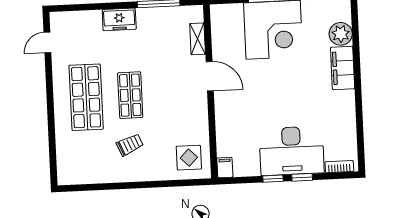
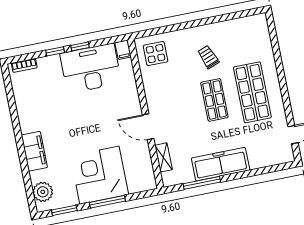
freezer: (119, 19) -> (221, 164), width x1.91, depth x1.26
plant: (341, 34) -> (43, 192), moved
trolley: (130, 145) -> (208, 57), turned 92
desk: (292, 151) -> (91, 68), moved

